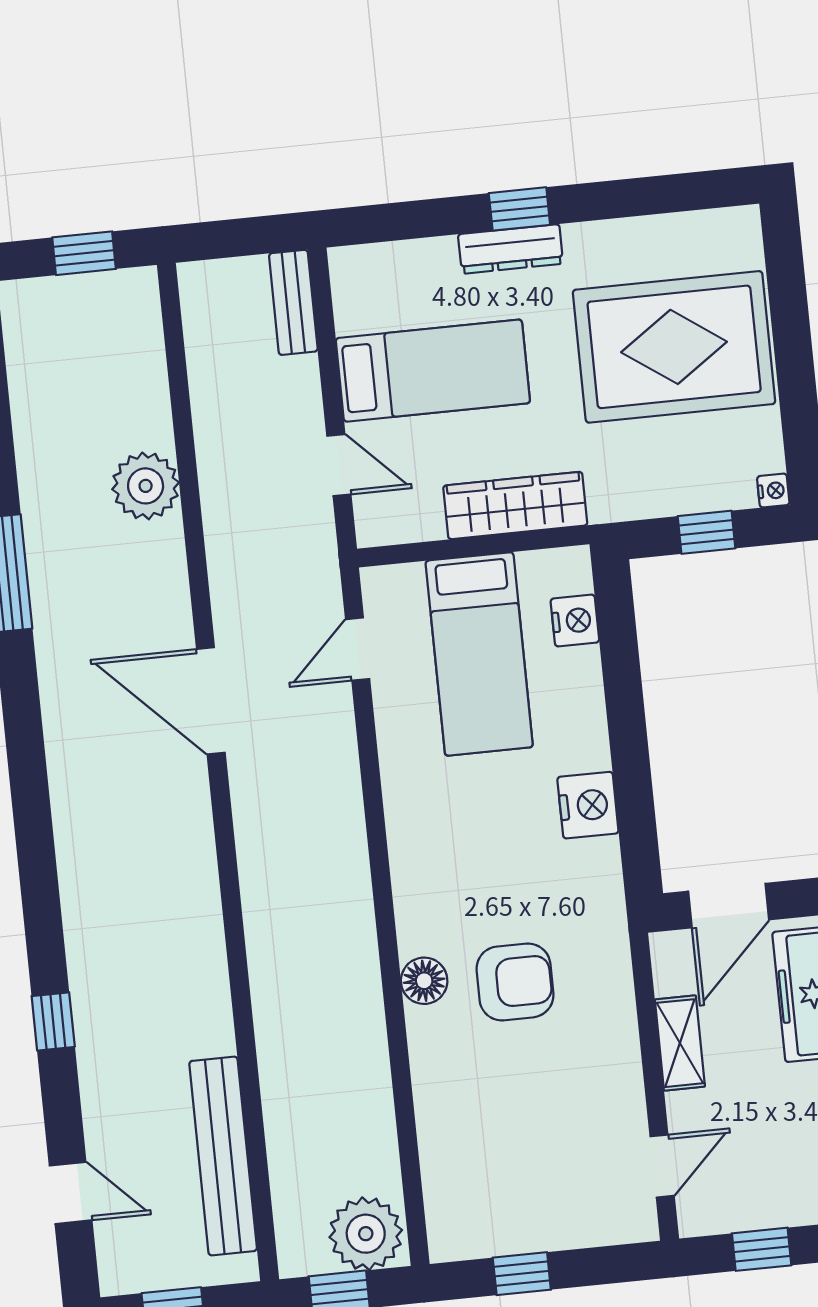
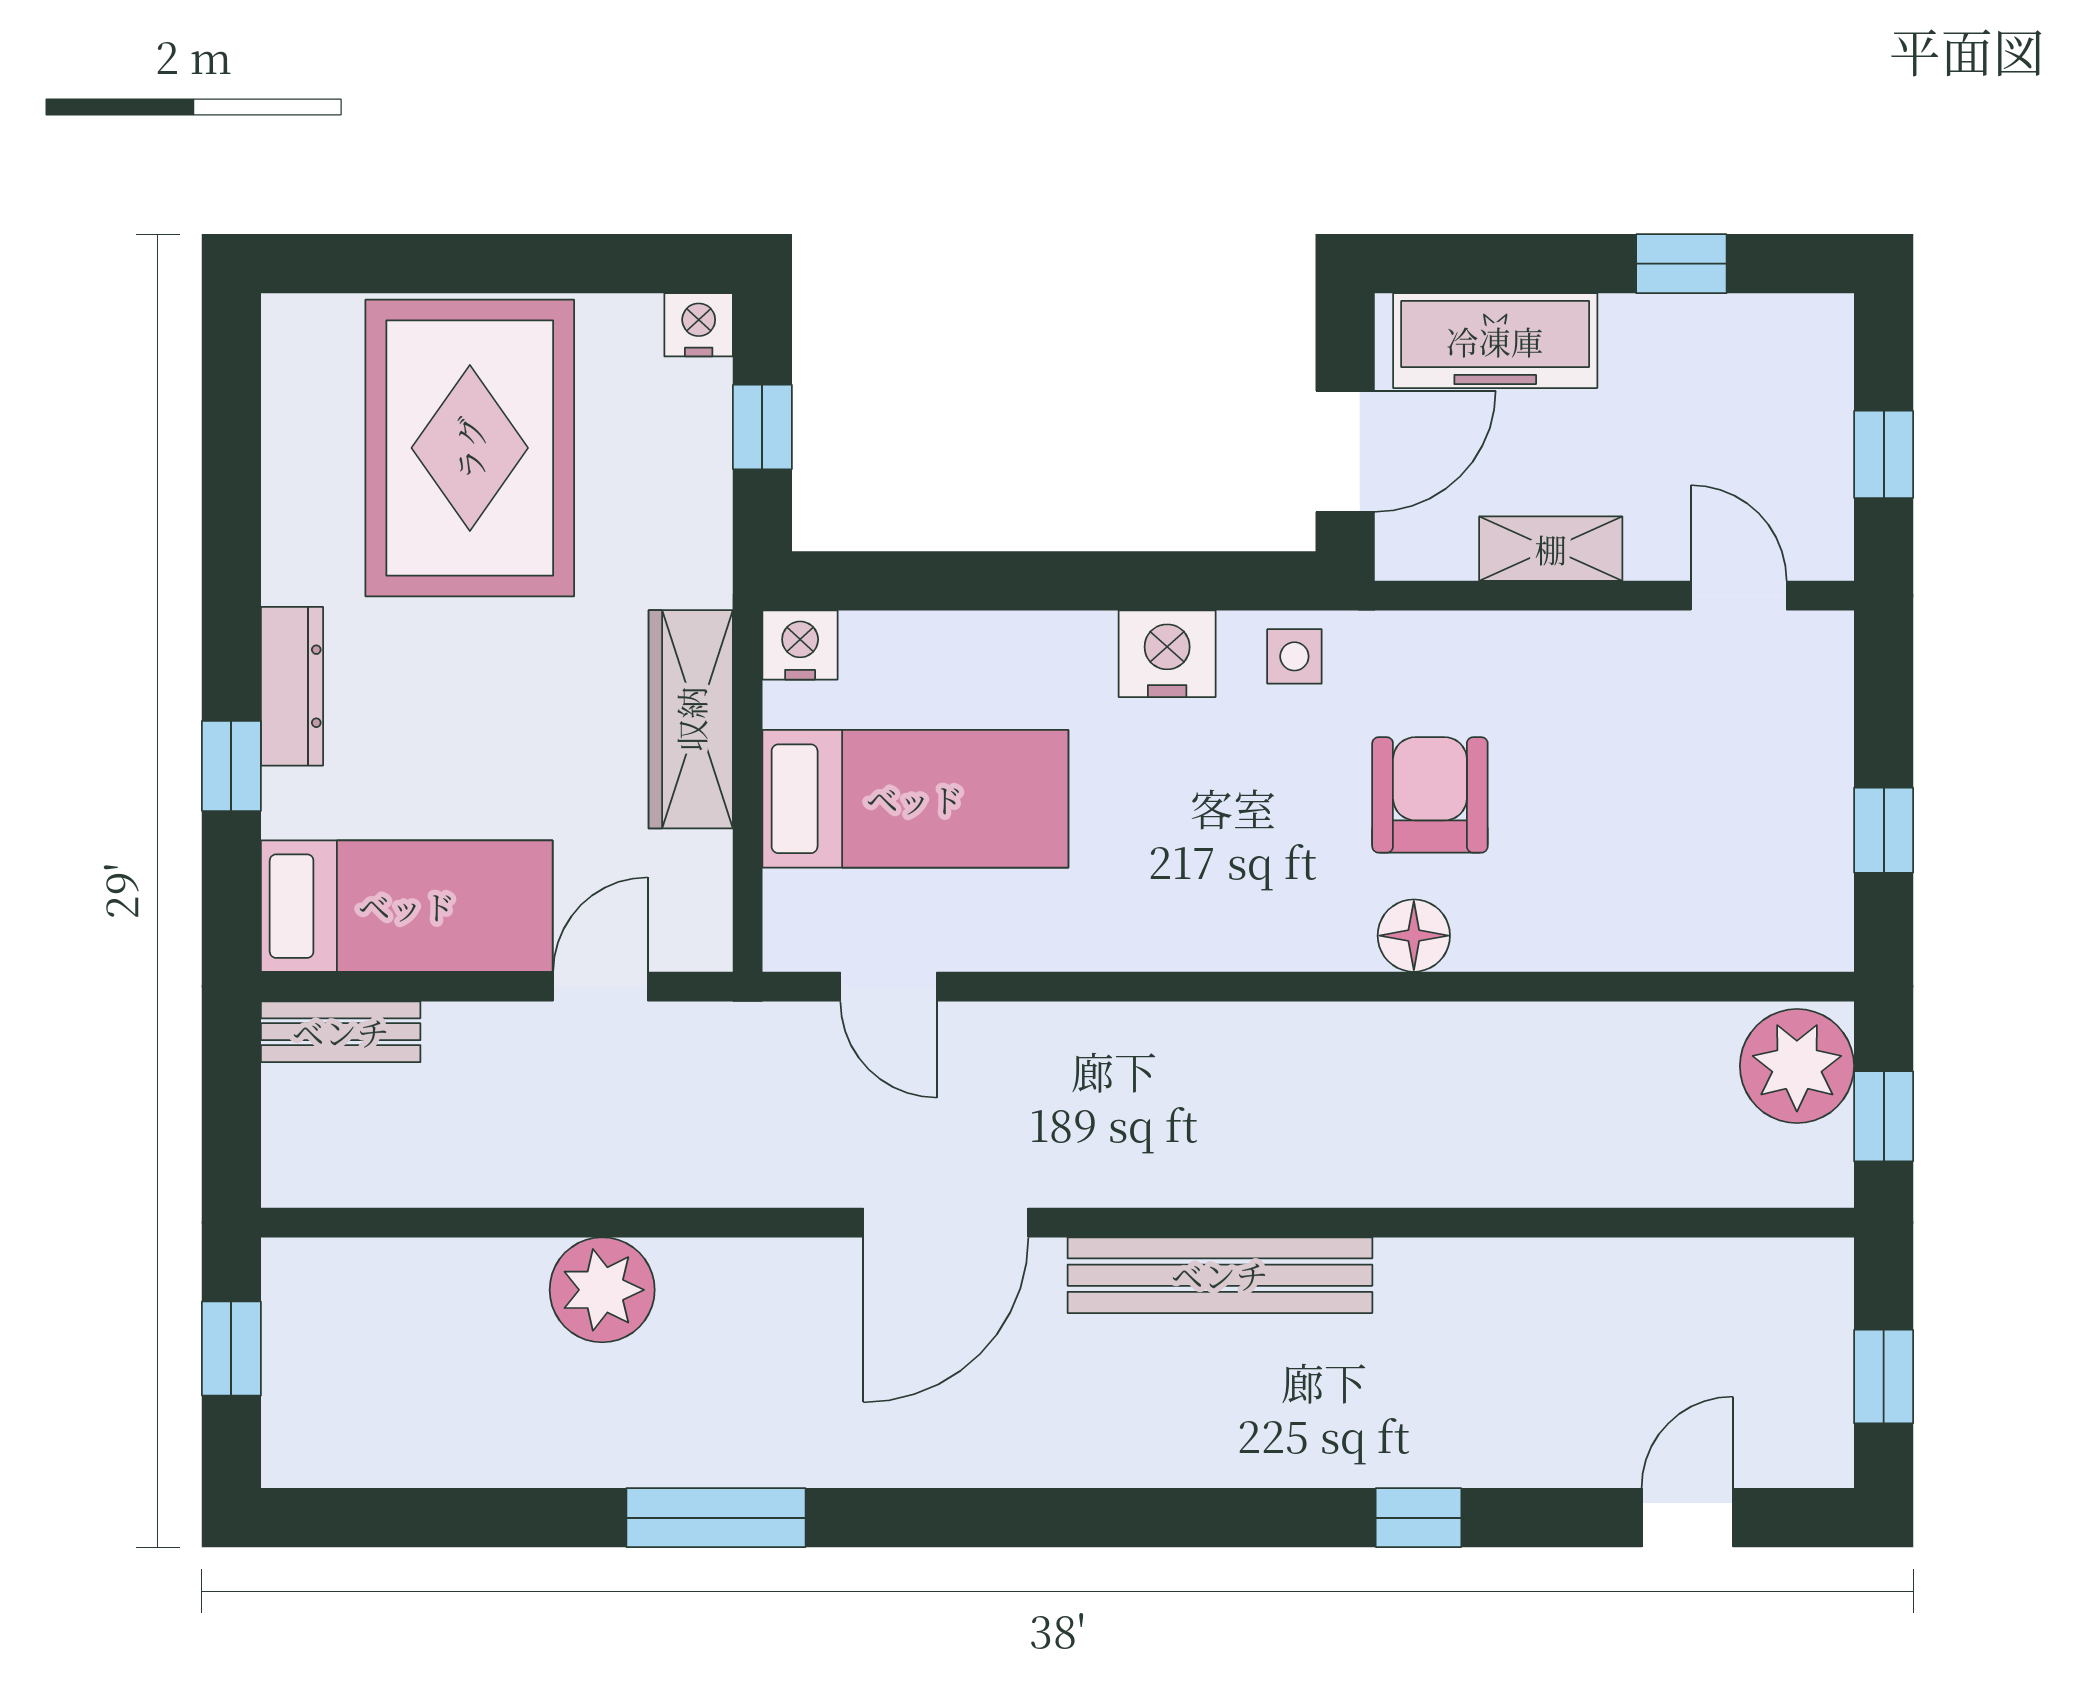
window: (519, 209) -> (231, 766), moved
bed: (433, 371) -> (407, 906), moved, turned 90
nightstand: (773, 491) -> (699, 325), width x1.39, depth x1.35
nightstand: (575, 621) -> (800, 645), moved
side table: (595, 886) -> (1294, 656), added
door: (729, 906) -> (1345, 451), hinge flipped
bench: (223, 1156) -> (1220, 1275), moved

